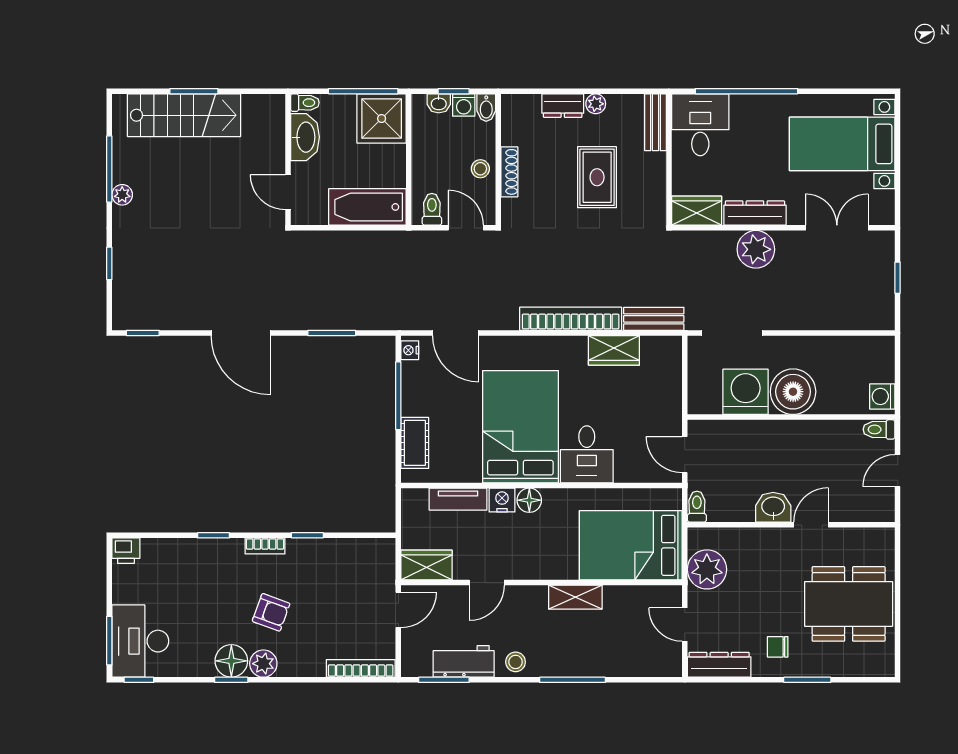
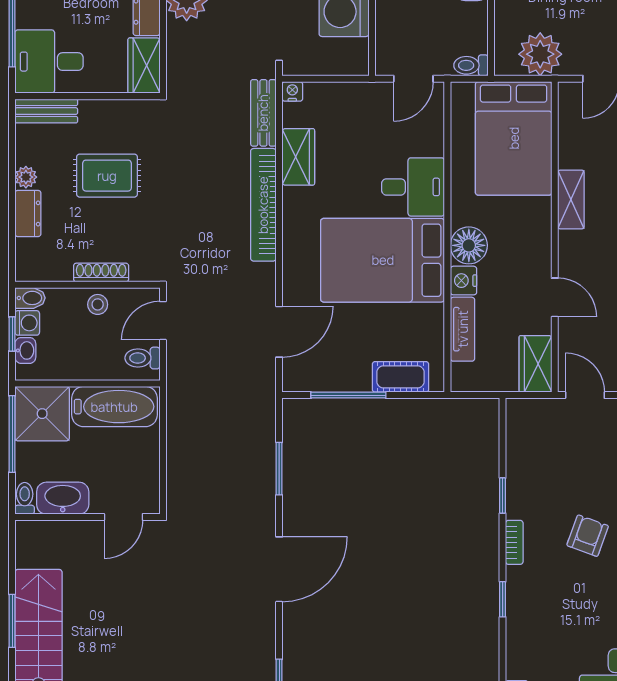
bathtub: (367, 207) -> (114, 407), moved, turned -90
nightstand: (410, 350) -> (292, 91), moved, turned 180
floor lamp: (529, 500) -> (469, 245), width x1.38, depth x1.38

